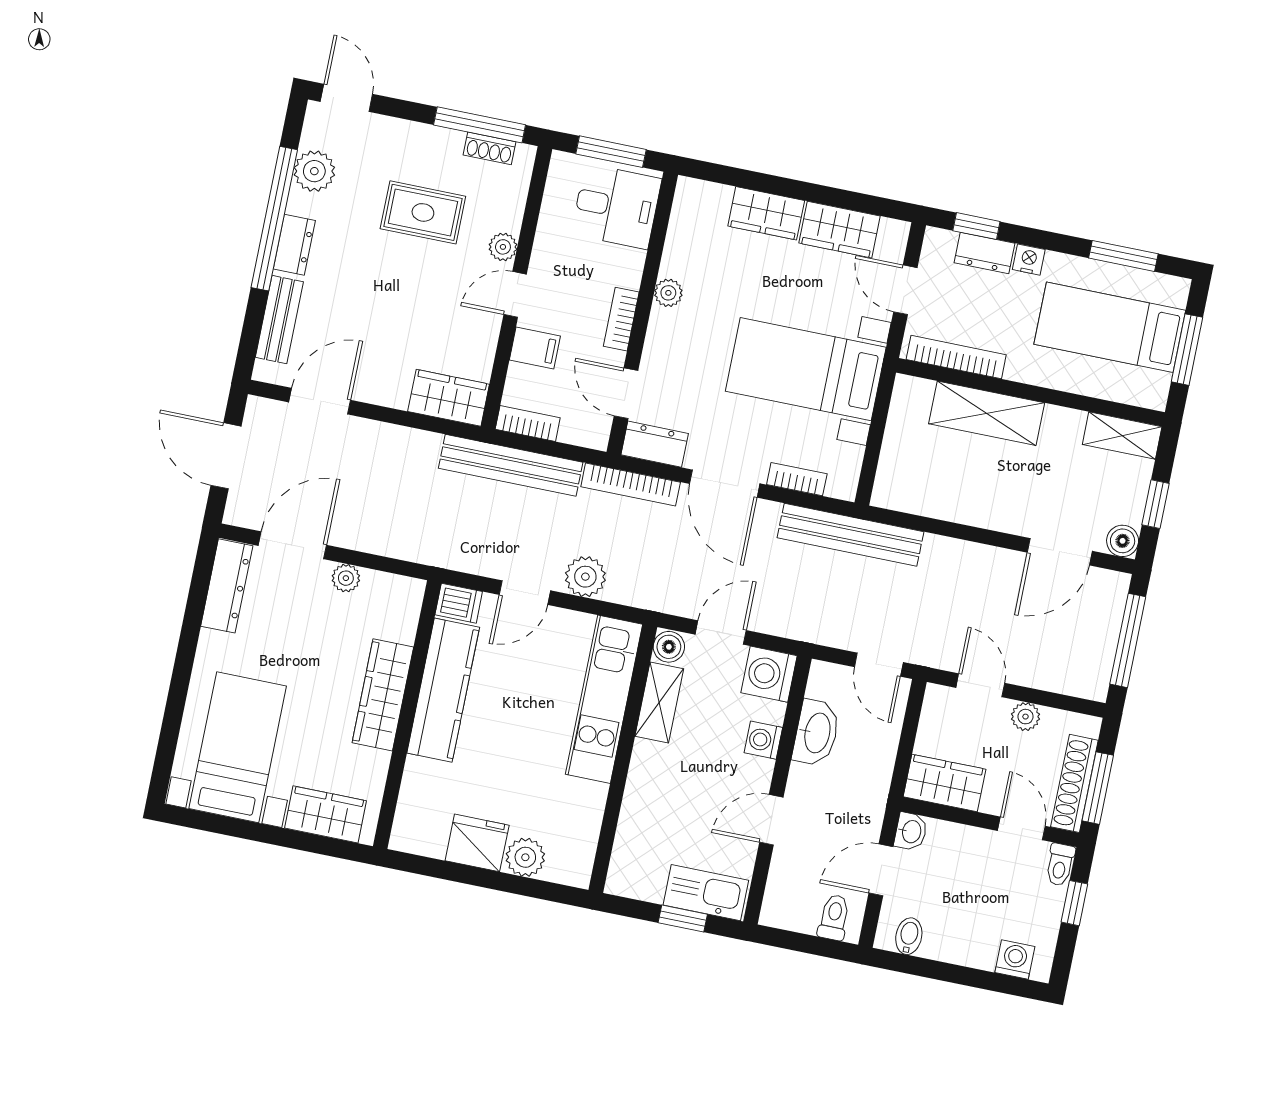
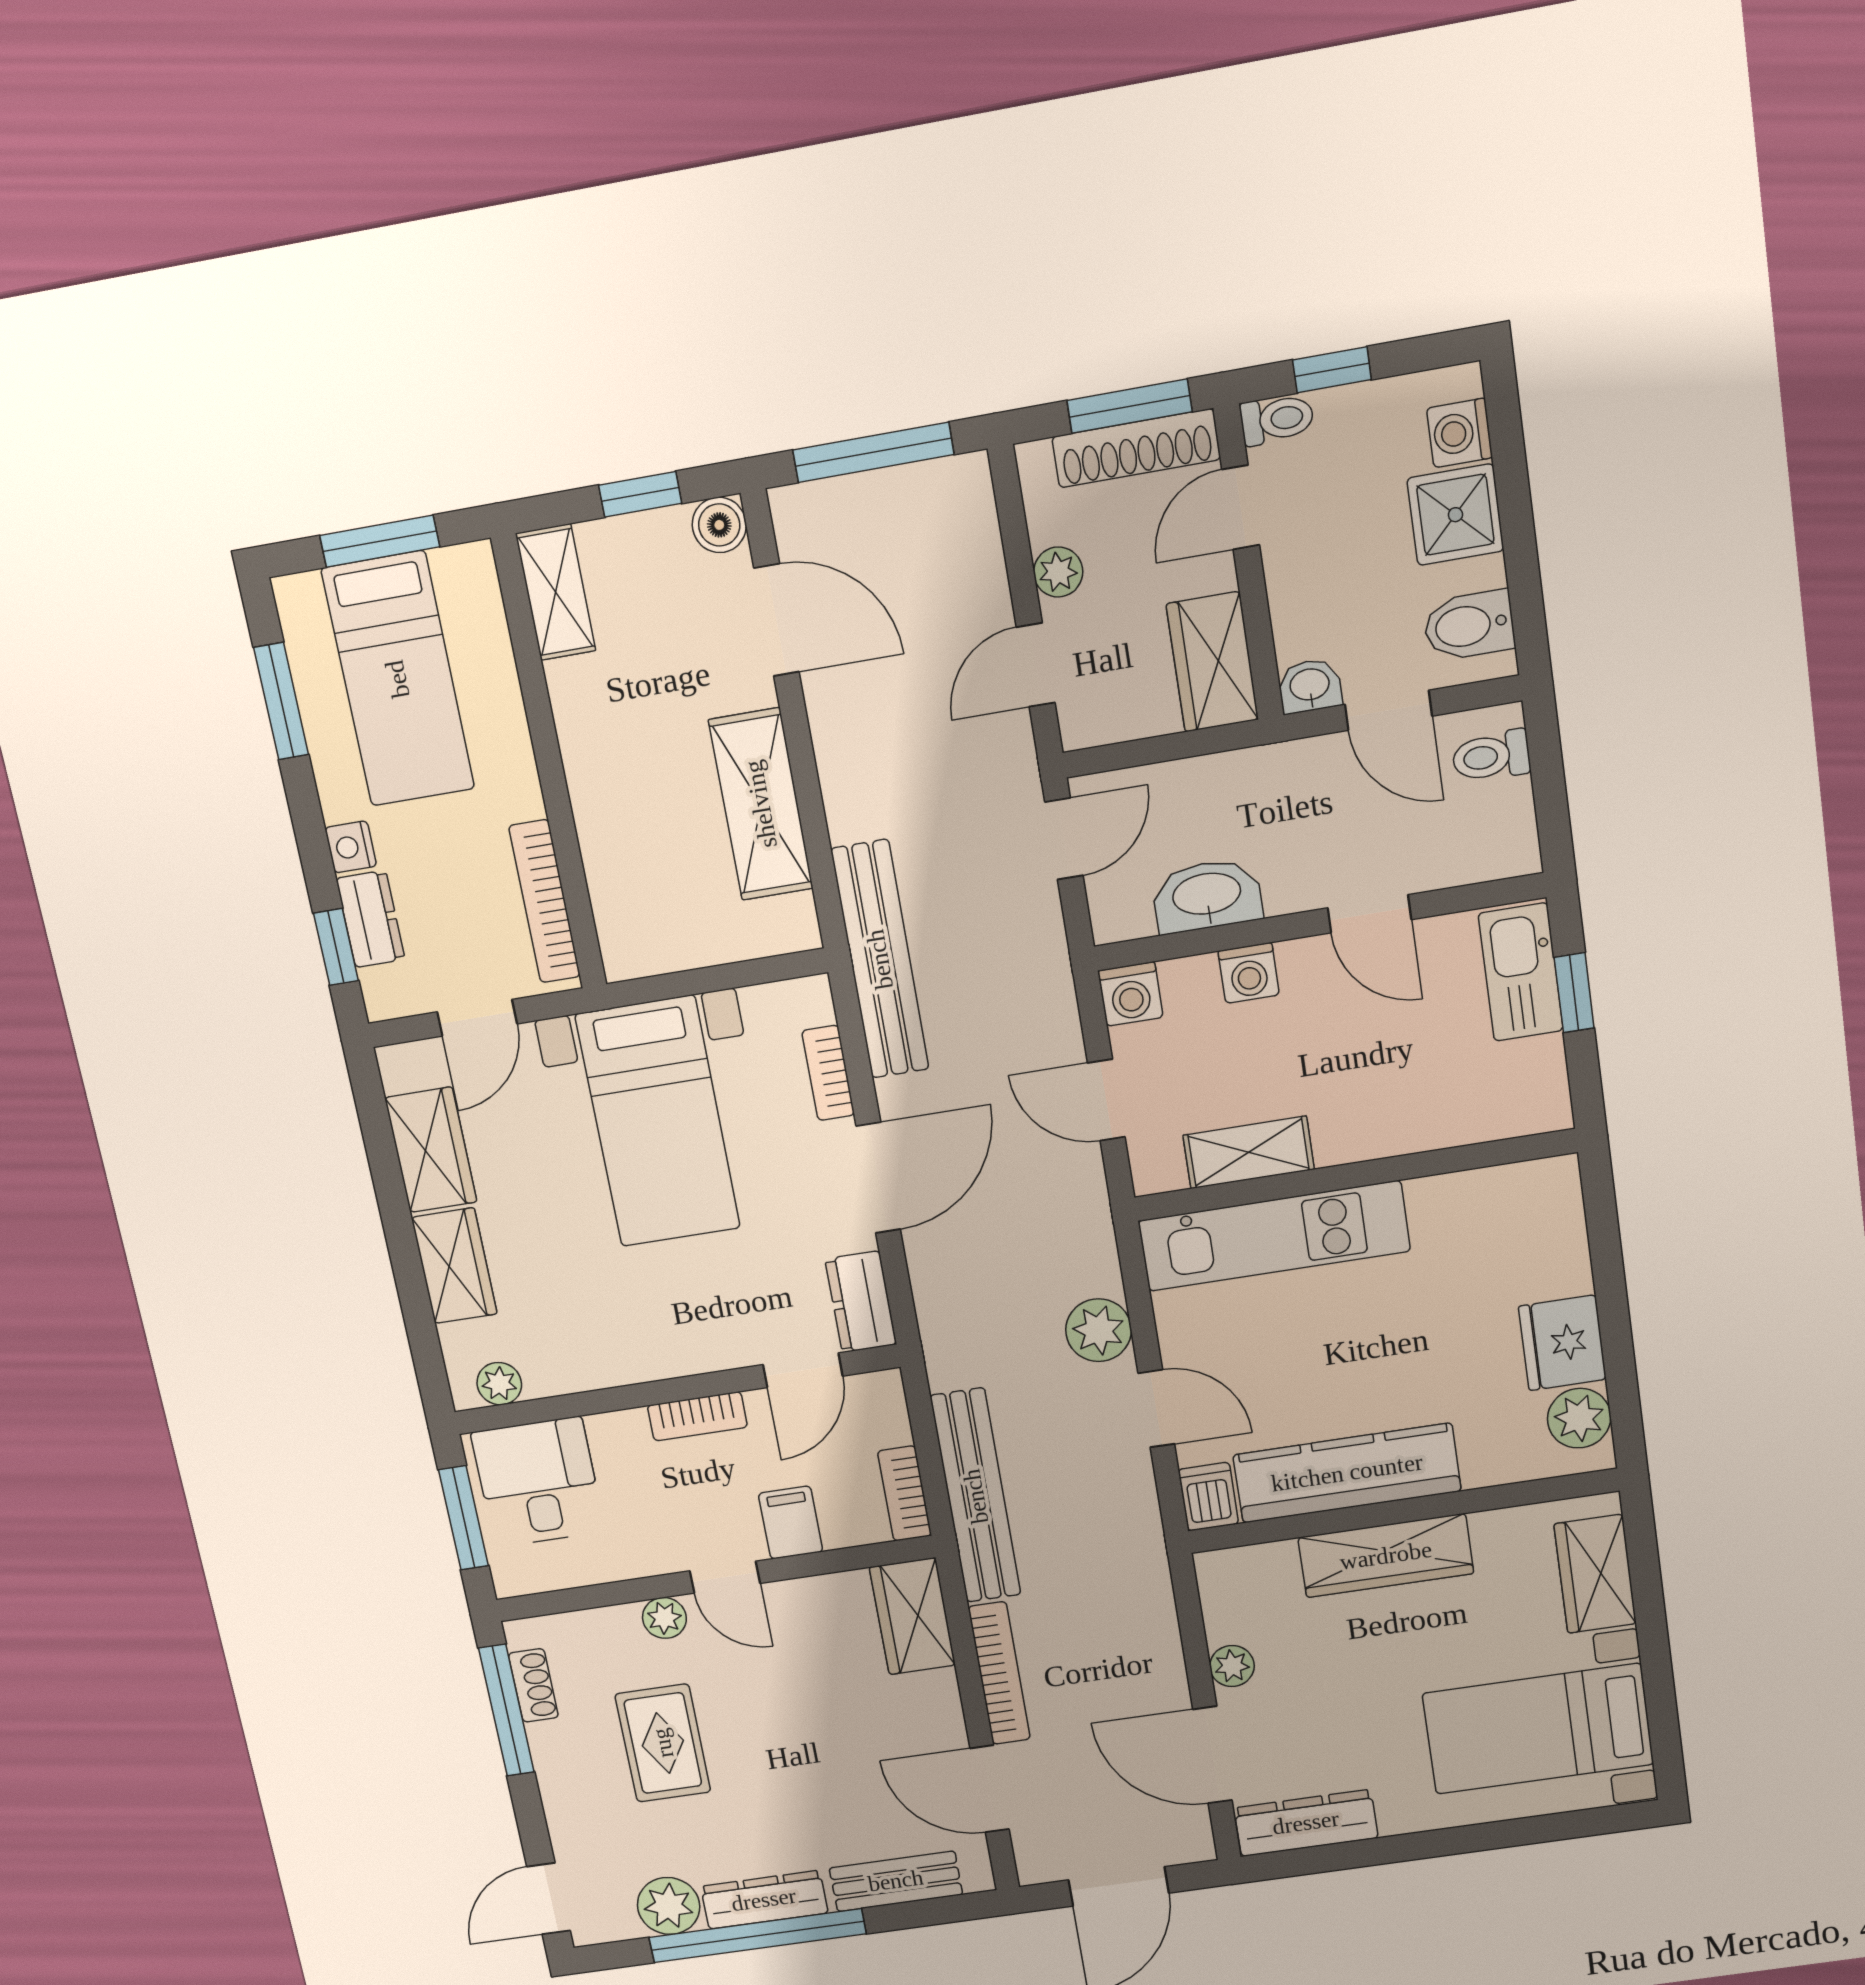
dresser: (294, 245) -> (764, 1900), width x1.44
plant: (668, 293) -> (499, 1384), moved
shelving: (987, 413) -> (761, 804), moved
bookcase: (631, 485) -> (999, 1673), moved
boiler: (669, 647) -> (1158, 1169), removed
washing machine: (769, 674) -> (1130, 994), width x0.73, depth x0.73
plant: (525, 857) -> (1579, 1418), moved
bidet: (909, 936) -> (1469, 626), width x1.38, depth x1.36
shower: (972, 943) -> (1455, 515), added

